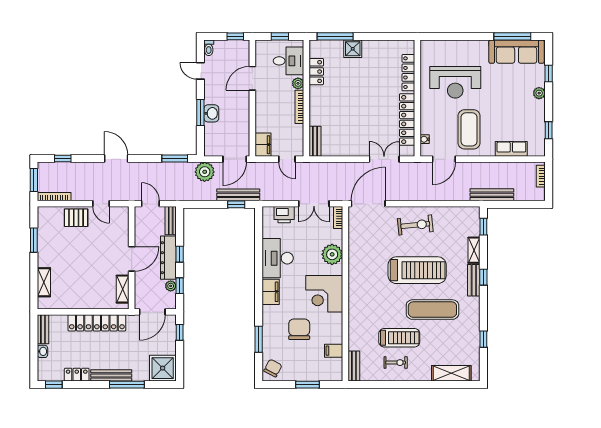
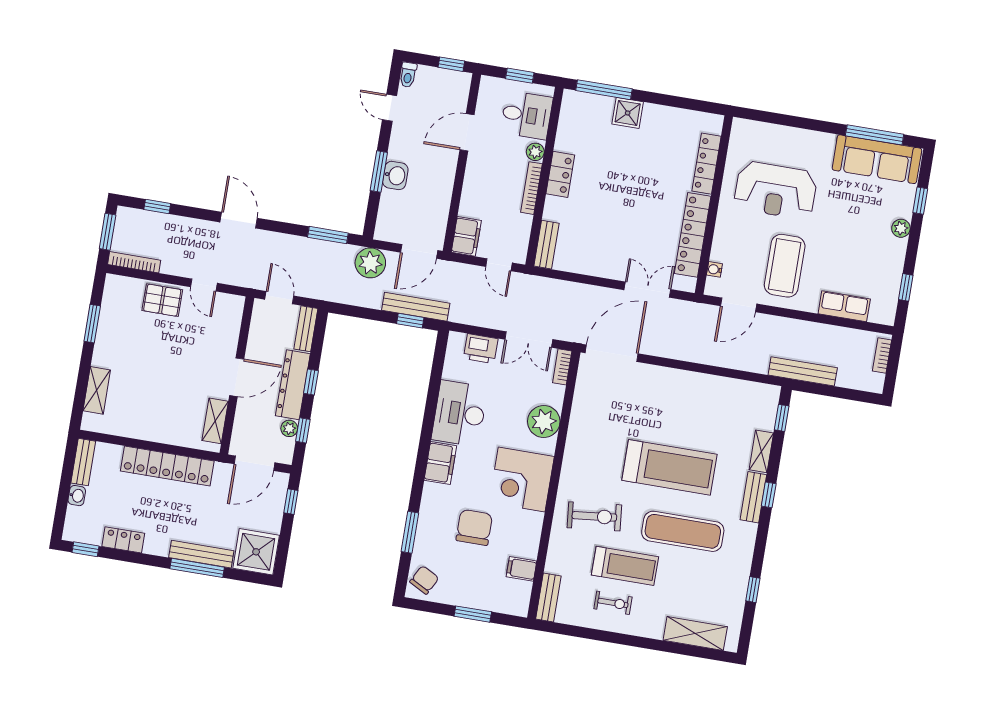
locker: (316, 72) -> (560, 174), moved
exercise bike: (415, 225) -> (594, 516), moved
bench: (111, 375) -> (201, 554), moved

